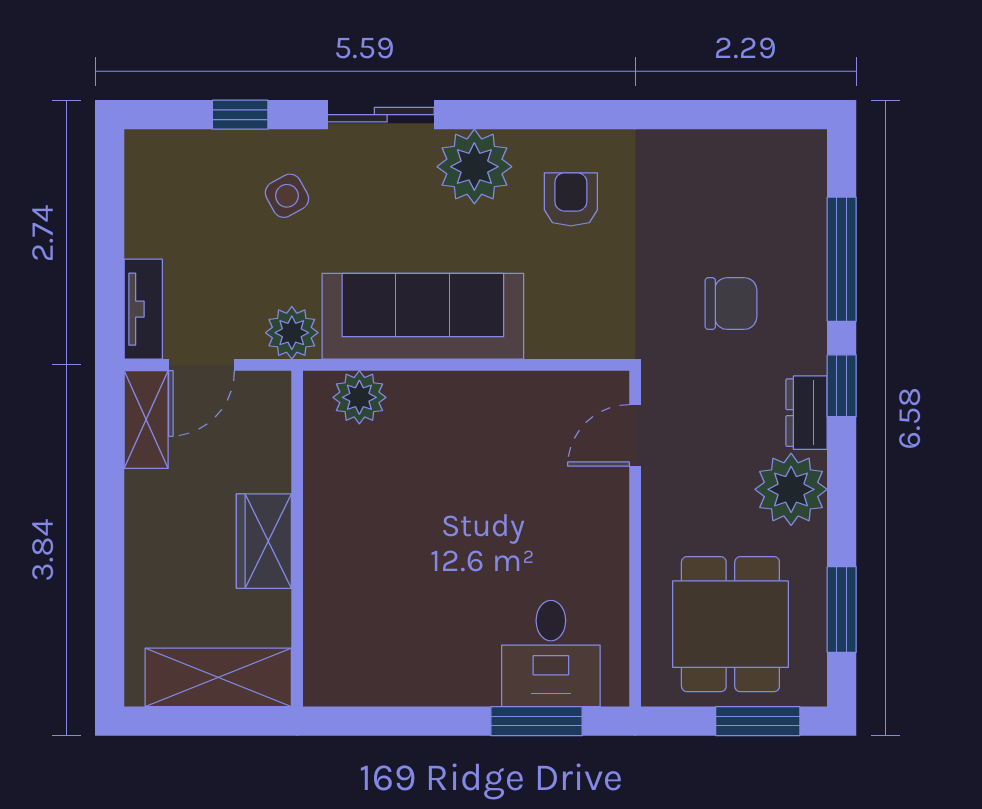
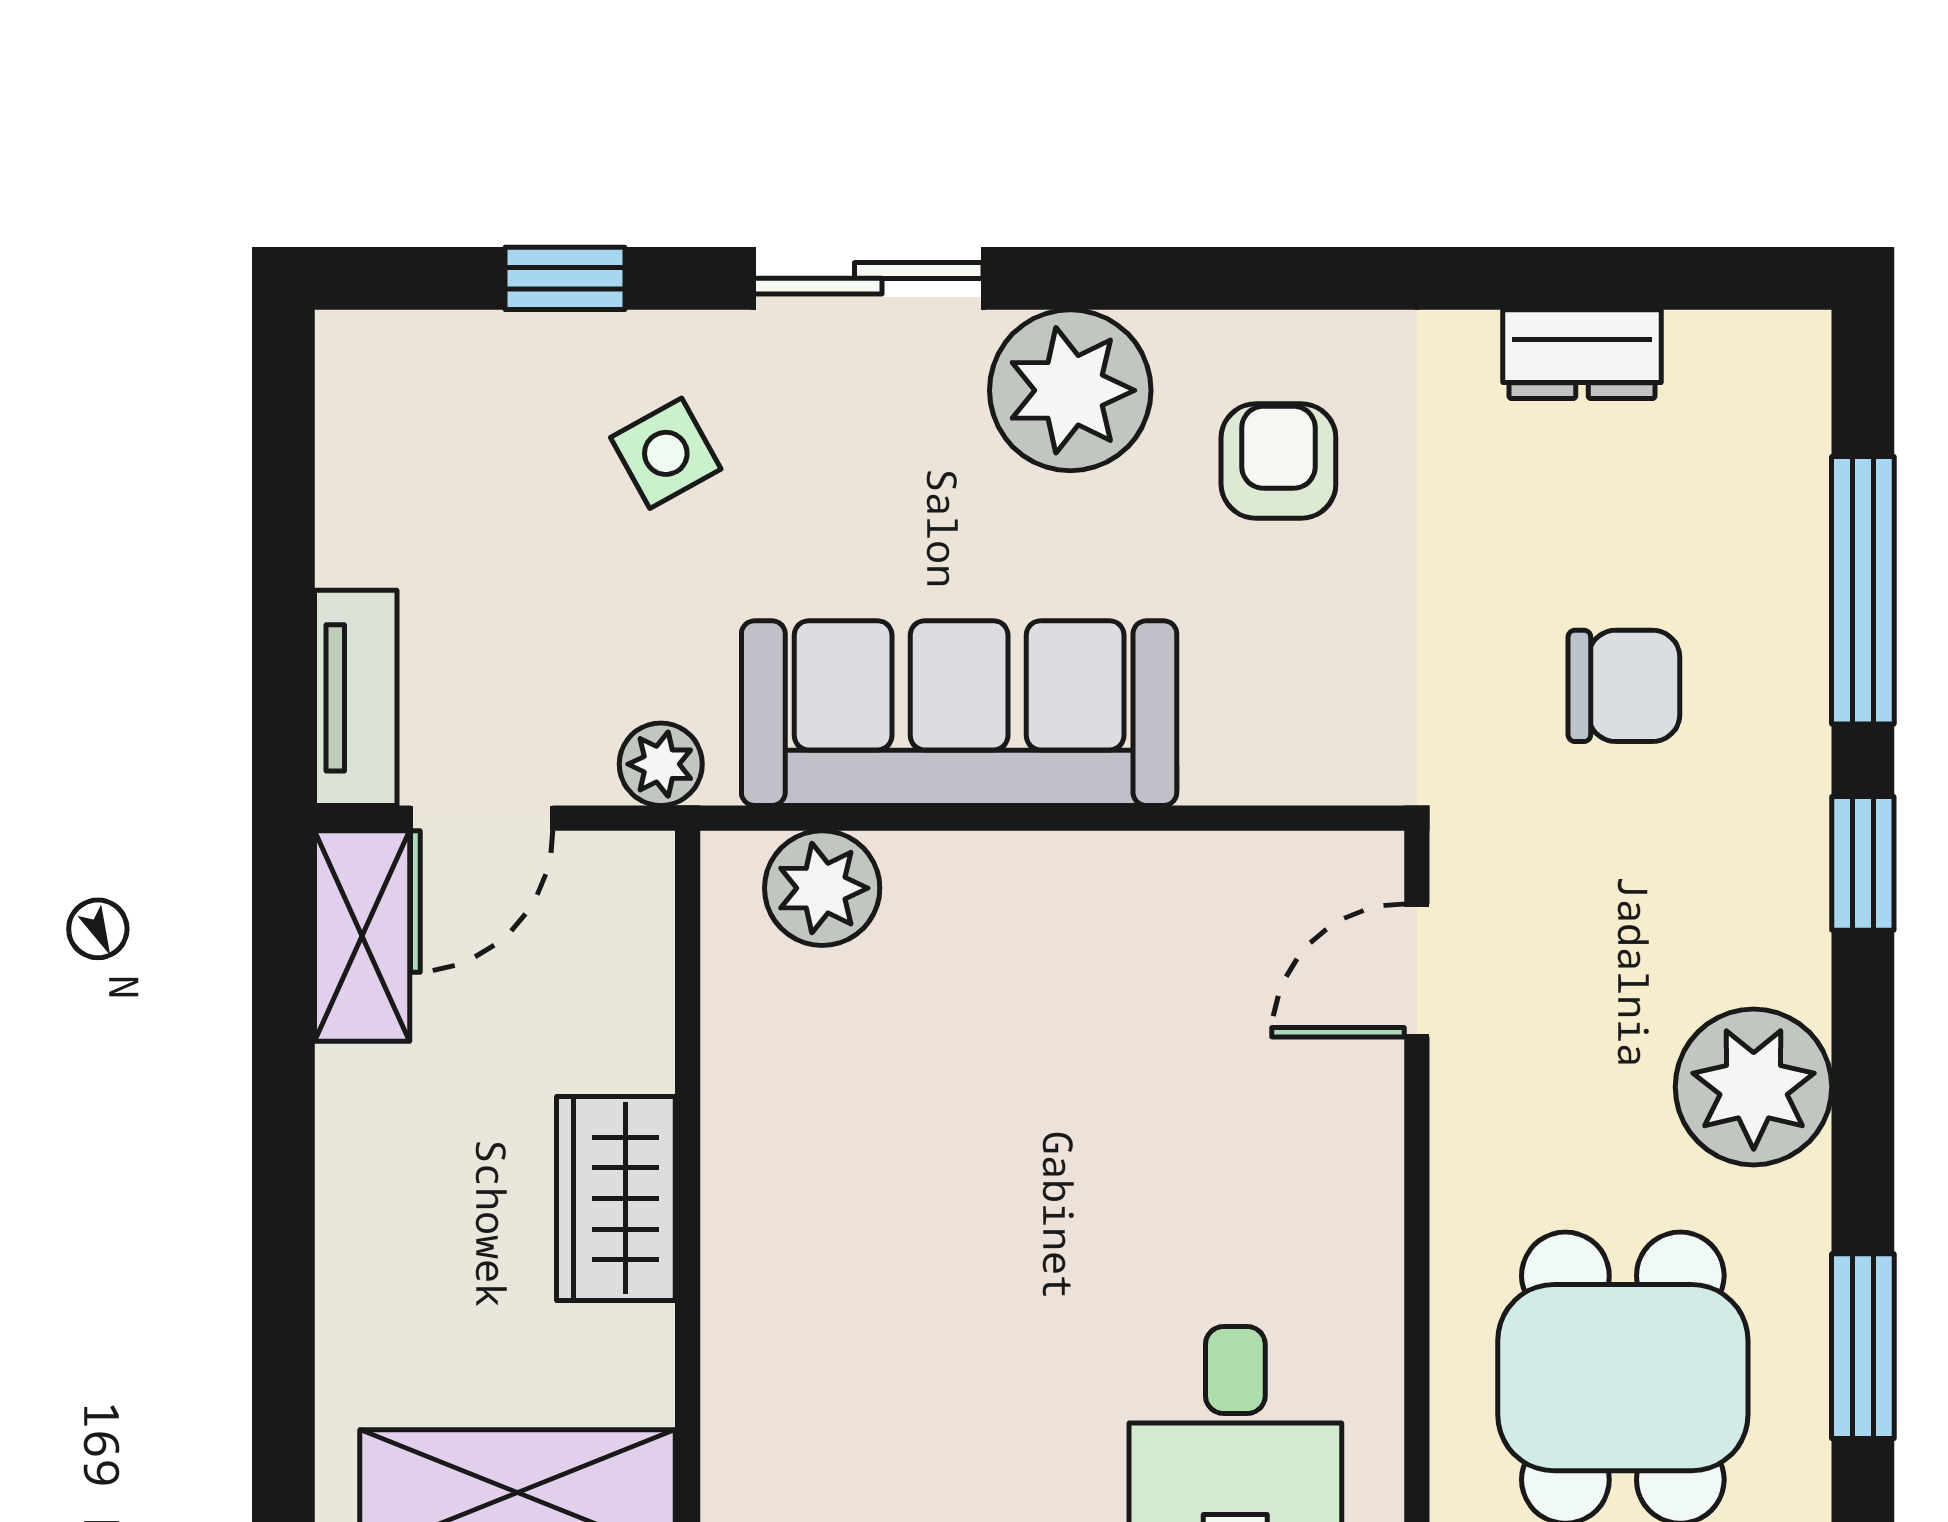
plant: (292, 333) -> (661, 764), width x0.73, depth x0.73
dresser: (807, 413) -> (1582, 354), moved, turned -90

